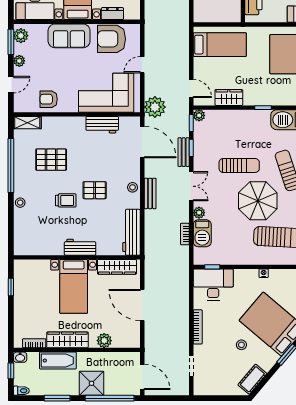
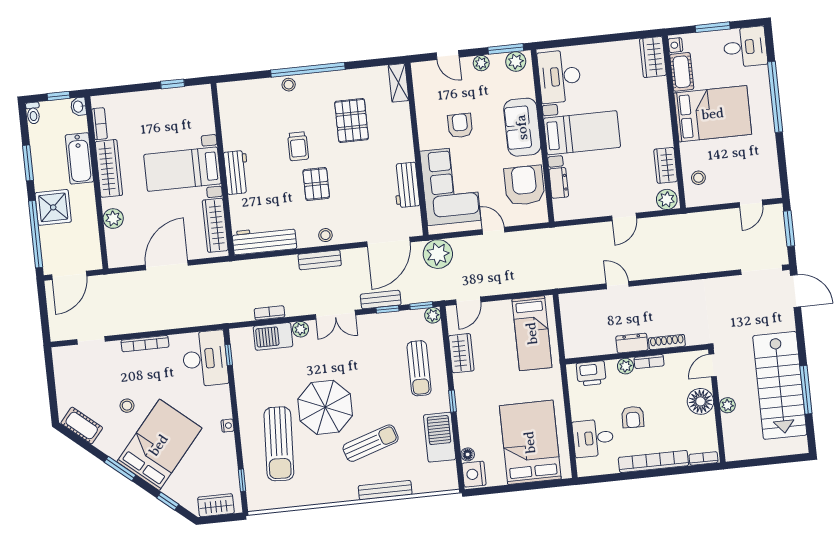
armchair: (49, 99) -> (460, 126), moved
sun lounger: (239, 165) -> (419, 368), moved
window: (11, 166) -> (308, 70), moved

